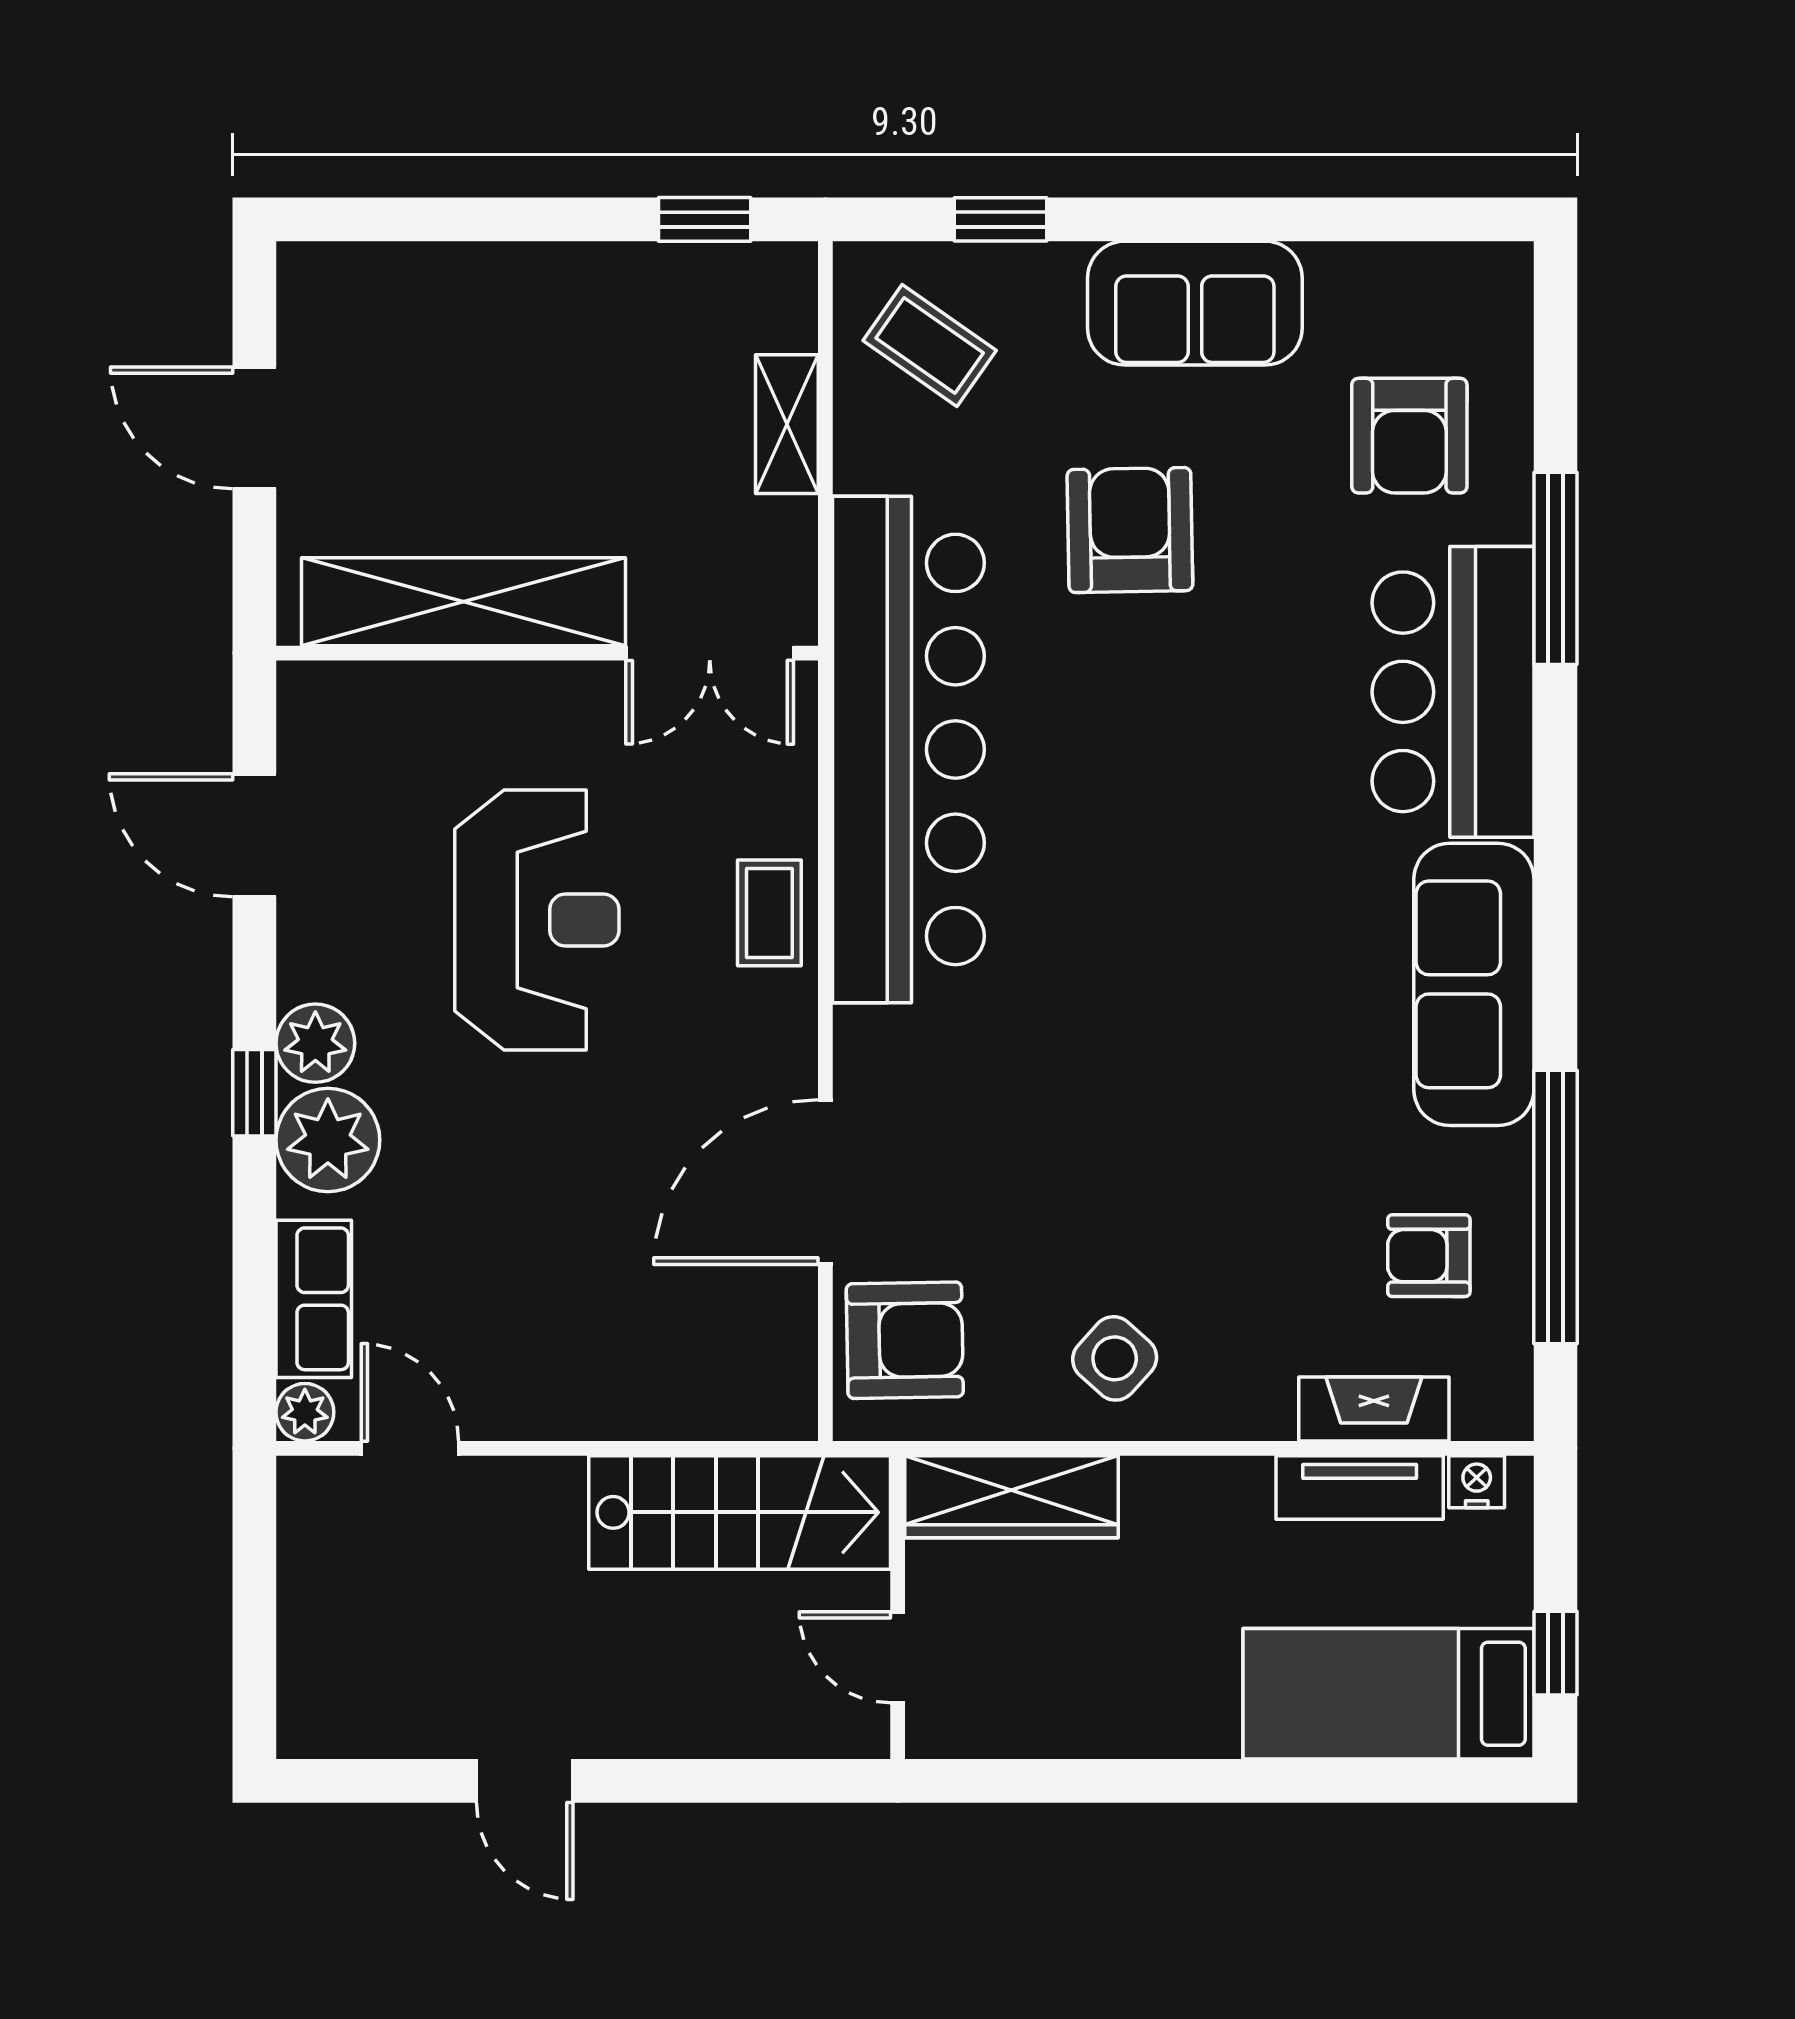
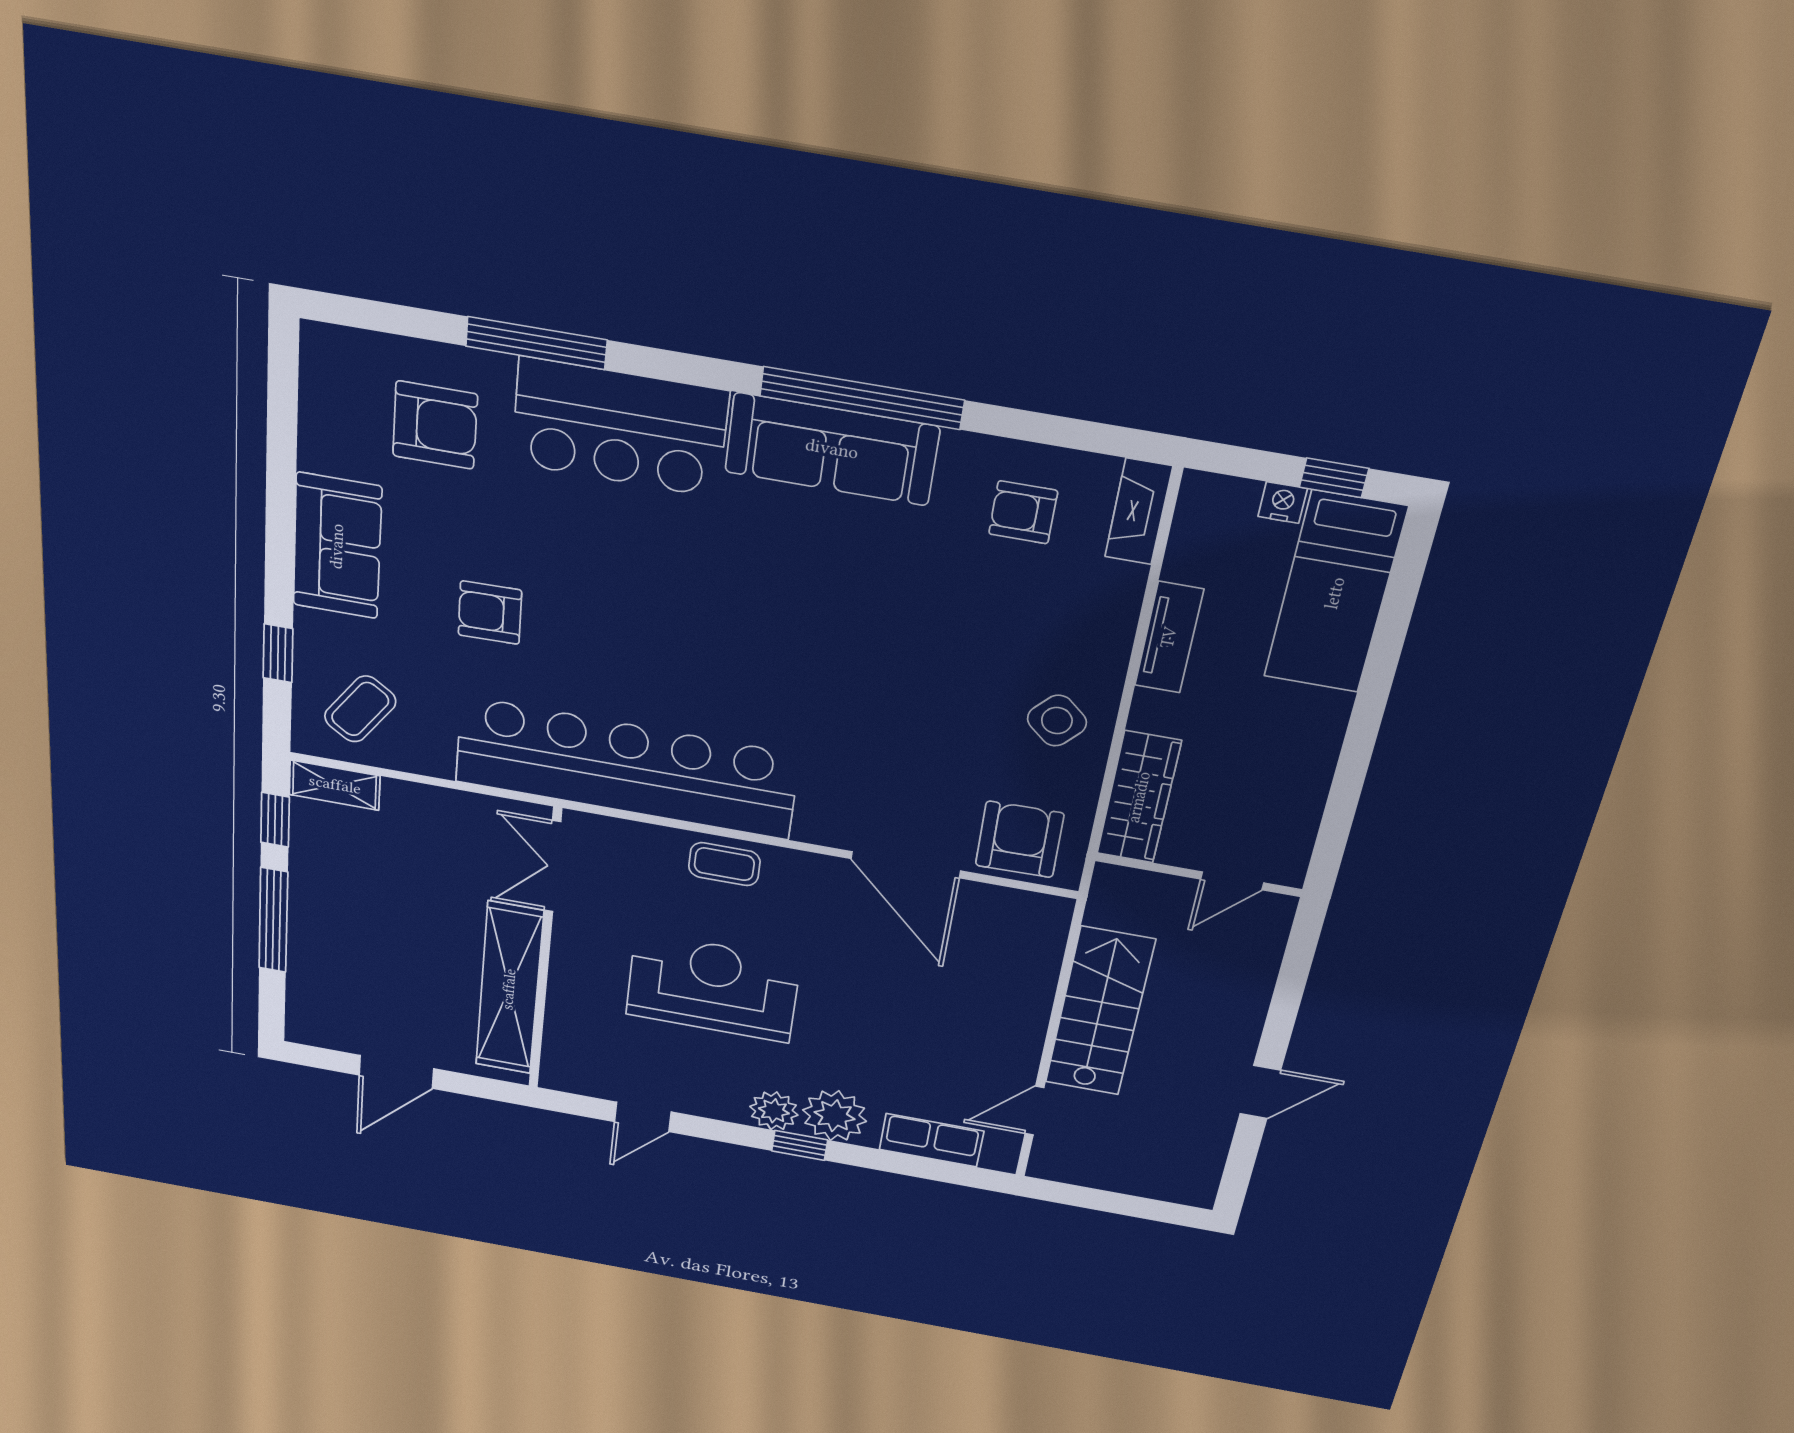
window: (514, 219) -> (273, 920), added
shelving: (787, 424) -> (335, 785), moved
armchair: (1130, 530) -> (490, 613), width x0.72, depth x0.72
double door: (710, 653) -> (553, 866), swing flipped
door: (254, 835) -> (643, 1117), width x0.73
window: (1556, 1207) -> (862, 398), moved
armchair: (1429, 1256) -> (1023, 512), turned 90
fireplace: (1374, 1409) -> (1139, 512), moved
plant: (305, 1412) -> (1001, 1157), removed
nightstand: (1477, 1482) -> (1283, 503), moved, turned 90
tv unit: (1360, 1487) -> (1169, 637), moved
stairs: (740, 1512) -> (1100, 1012), moved

